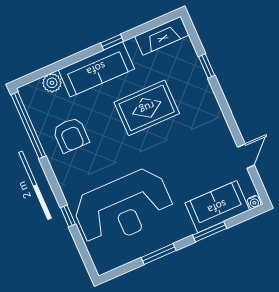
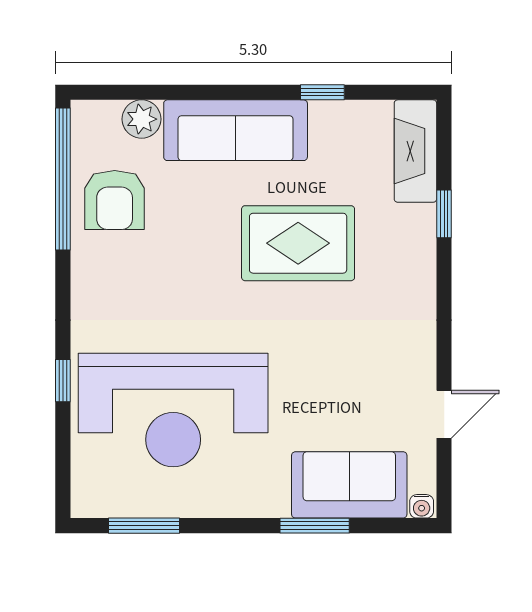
fireplace: (162, 36) -> (415, 151), moved, turned 90
window: (112, 42) -> (322, 92), moved
armchair: (71, 135) -> (115, 200), moved
window: (159, 254) -> (144, 526), moved

